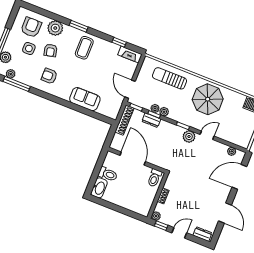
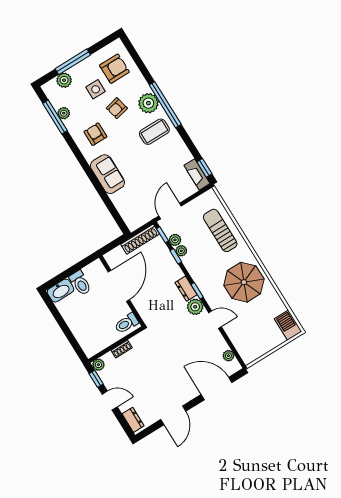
window: (79, 26) -> (165, 105), width x2.11
plant: (55, 28) -> (148, 103), moved
window: (119, 42) -> (204, 168), moved
plant: (11, 74) -> (64, 113), moved
sofa: (85, 99) -> (107, 174), moved
plant: (164, 112) -> (175, 240), moved
dresser: (151, 120) -> (186, 289), moved

